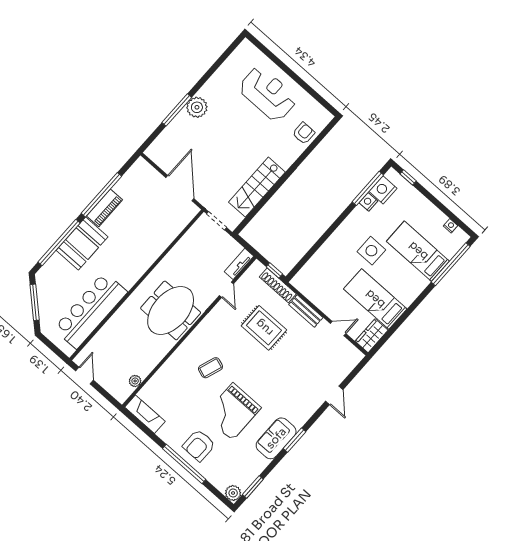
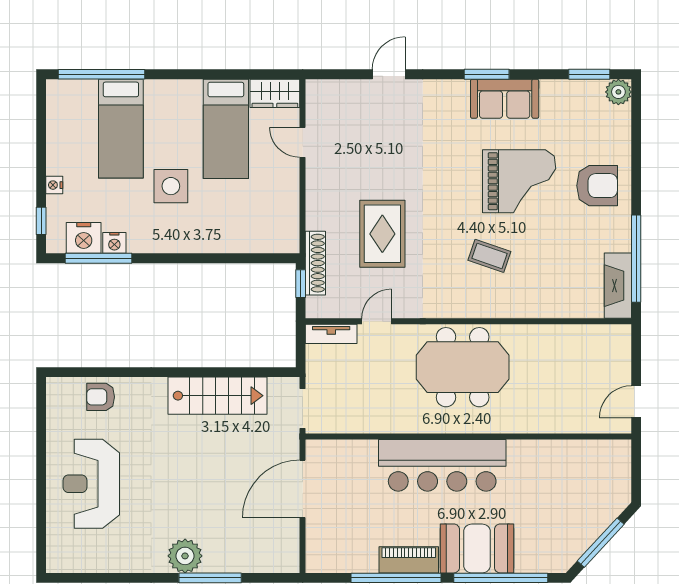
nightstand: (450, 226) -> (54, 185), moved
bar counter: (90, 310) -> (442, 465), moved
bench: (306, 311) -> (316, 201), removed
plant: (135, 381) -> (588, 334), removed
window: (184, 464) -> (636, 259), moved

